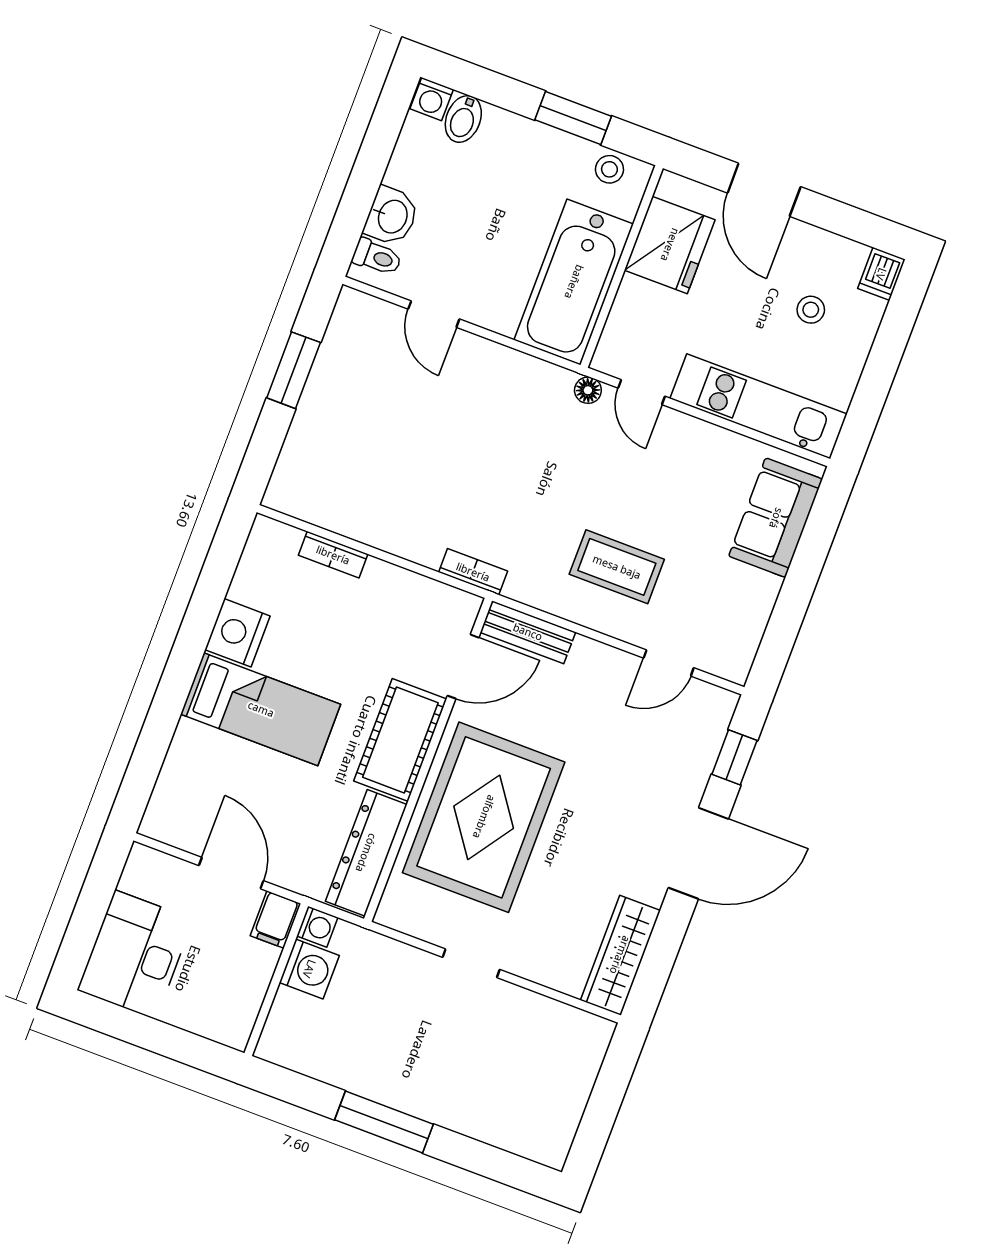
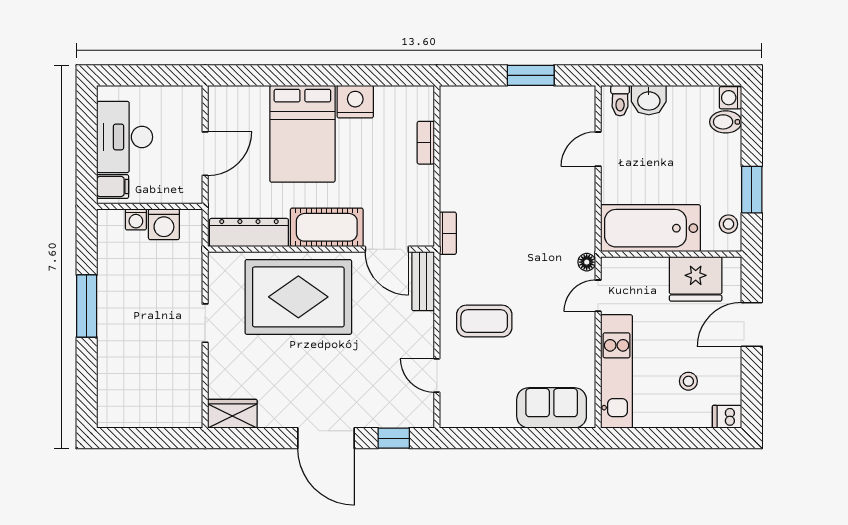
coffee table: (617, 567) -> (484, 321), turned 90
bed: (261, 709) -> (302, 134), width x1.50
filing cabinet: (275, 920) -> (113, 186), moved, turned 180
washing machine: (317, 927) -> (136, 219), moved
desk: (135, 955) -> (125, 137), moved, turned -90
wardrobe: (620, 955) -> (232, 414), width x0.67

